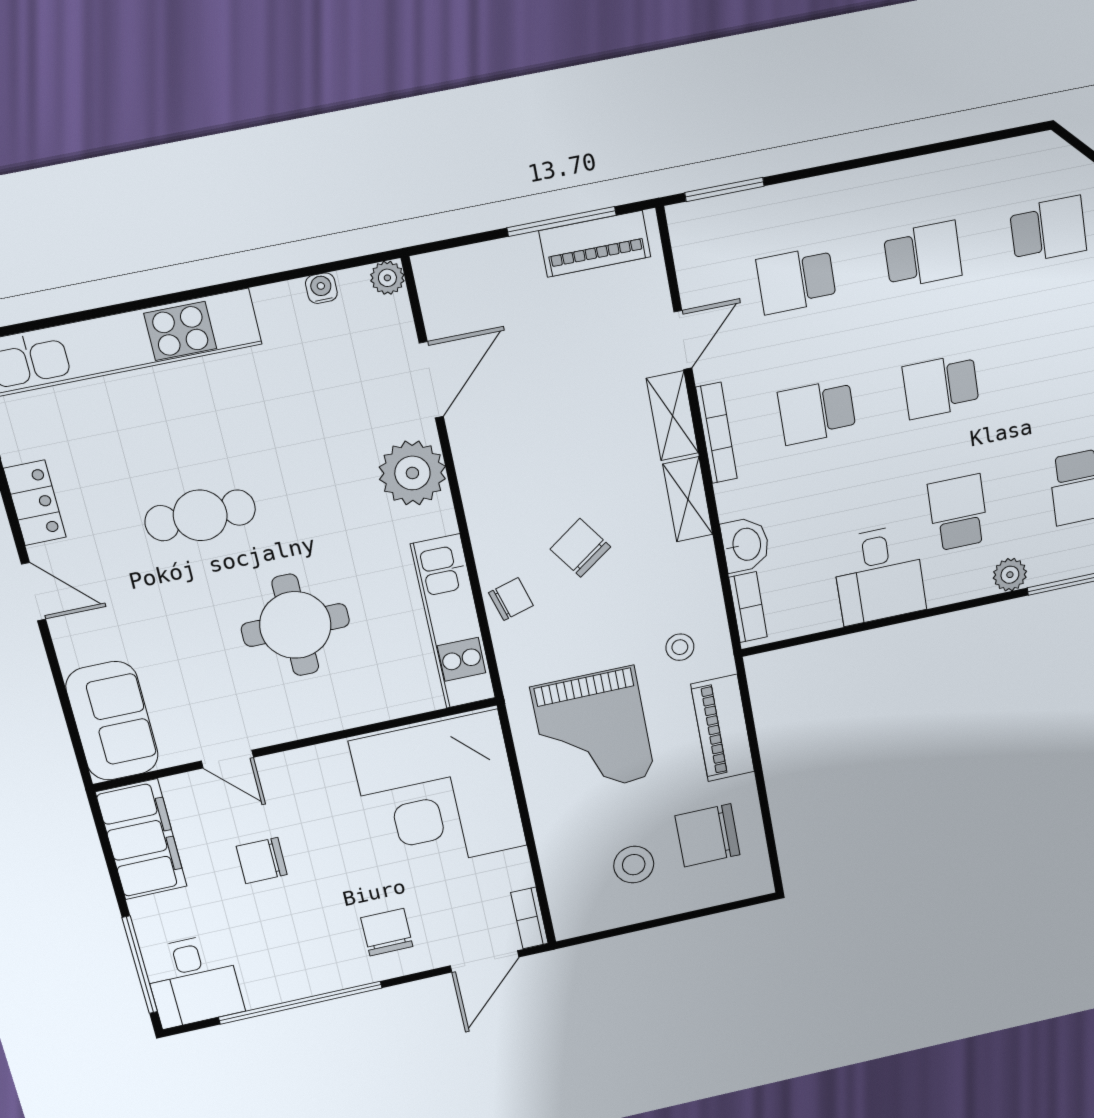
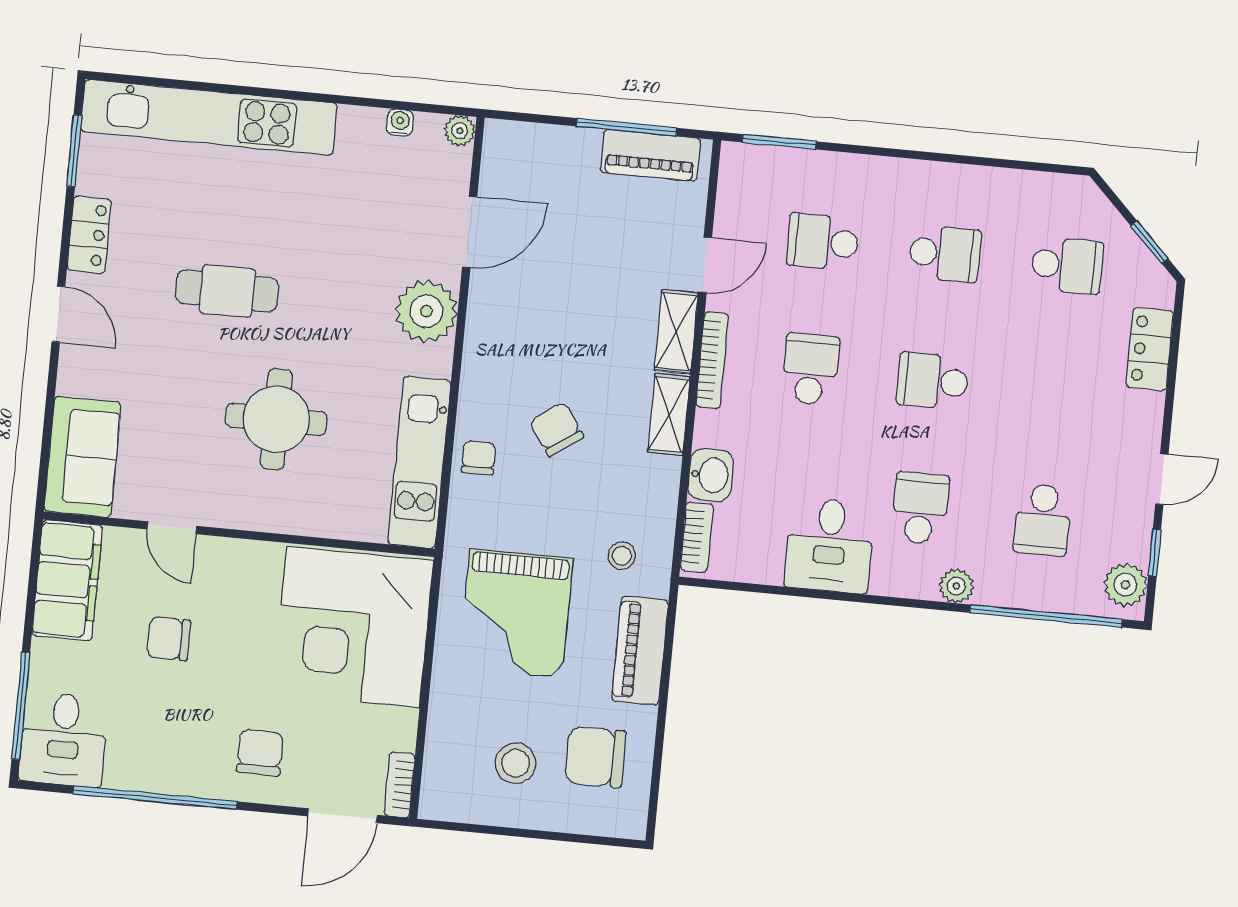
school desk: (817, 412) -> (810, 369), turned 90
chair: (511, 599) -> (479, 458), turned -74

